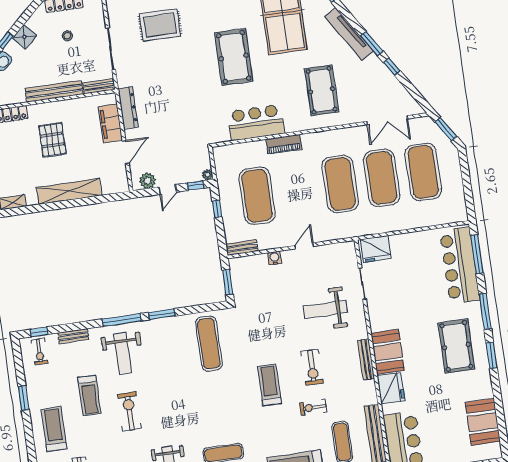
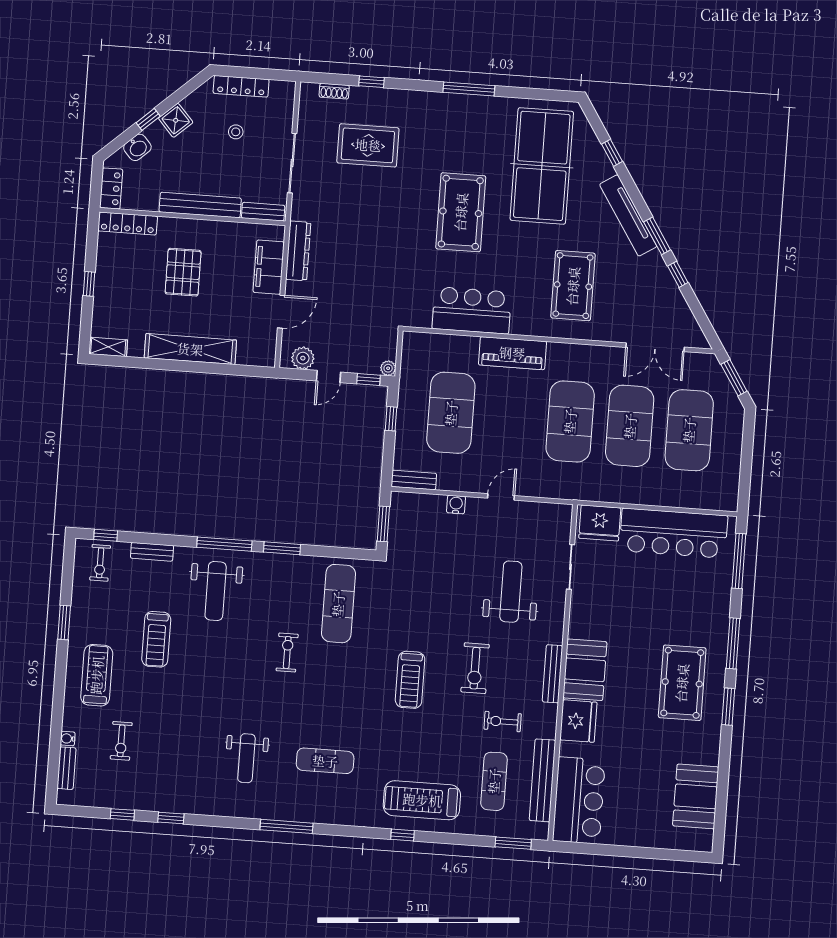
piano: (284, 144) -> (512, 353), width x1.37, depth x1.33
bar counter: (460, 266) -> (674, 533), moved, turned -90
weight bench: (325, 309) -> (511, 592), turned 90
treadmill: (269, 385) -> (410, 680), turned 180
exercise bike: (313, 407) -> (503, 721), moved
exercise bike: (129, 411) -> (287, 652), moved, width x0.73, depth x0.72

